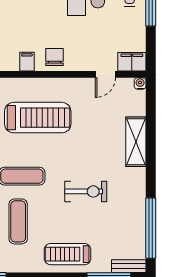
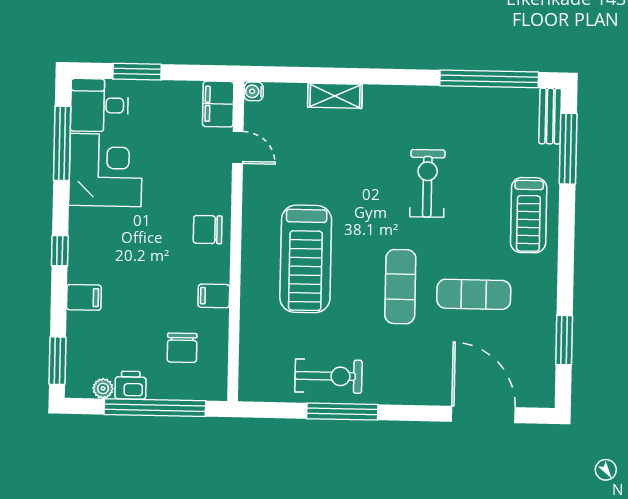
filing cabinet: (27, 62) -> (214, 296), moved
treadmill: (38, 118) -> (306, 259), turned 180
shelving: (136, 142) -> (335, 96), width x0.67, depth x0.75

